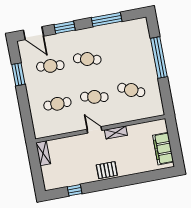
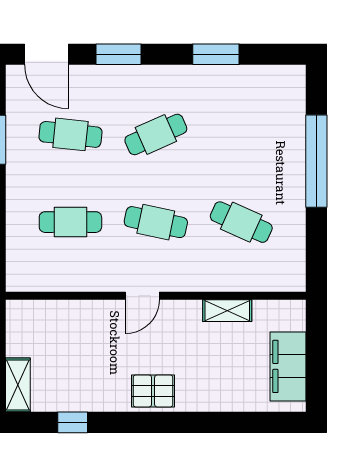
window: (107, 19) -> (216, 54), width x0.69
cafe table: (87, 59) -> (156, 134), turned -39
door: (94, 130) -> (142, 296), swing flipped
shelving: (116, 132) -> (227, 311), moved
shelving: (43, 153) -> (18, 385), moved

